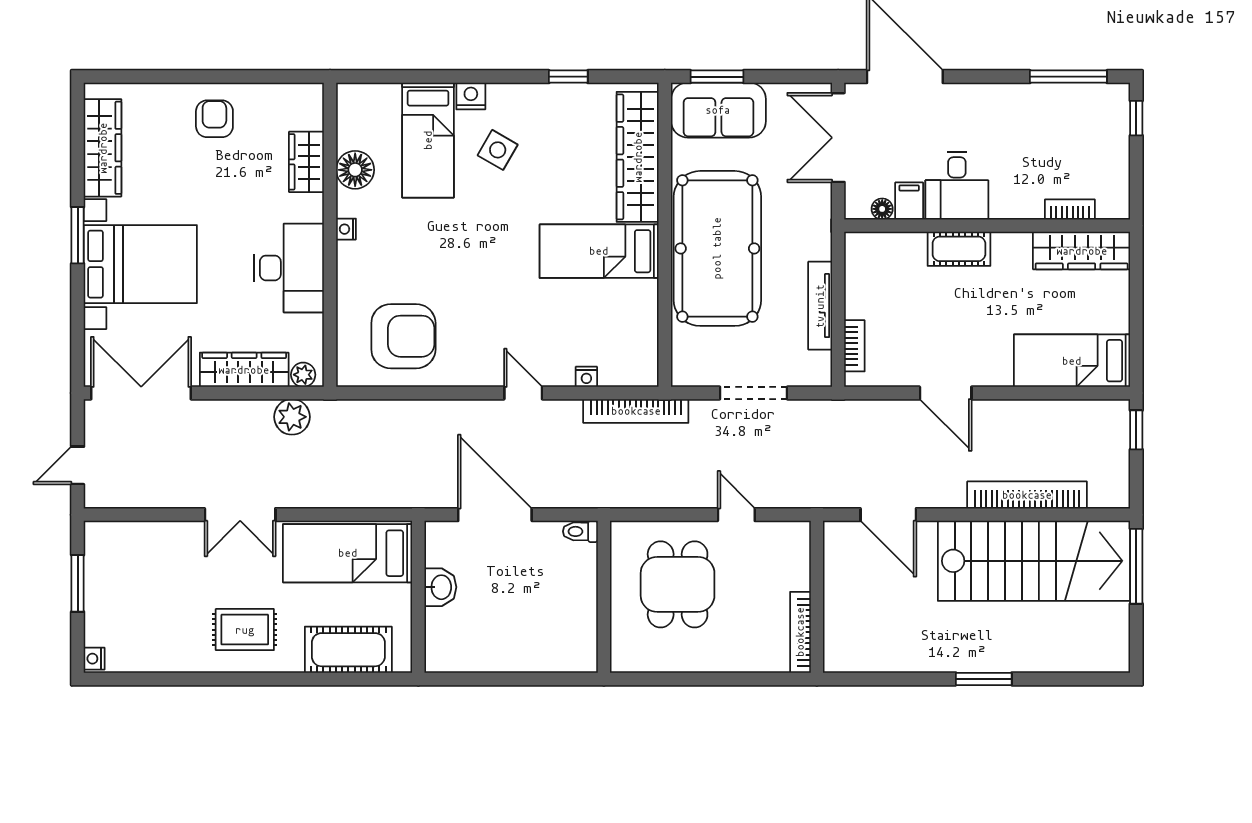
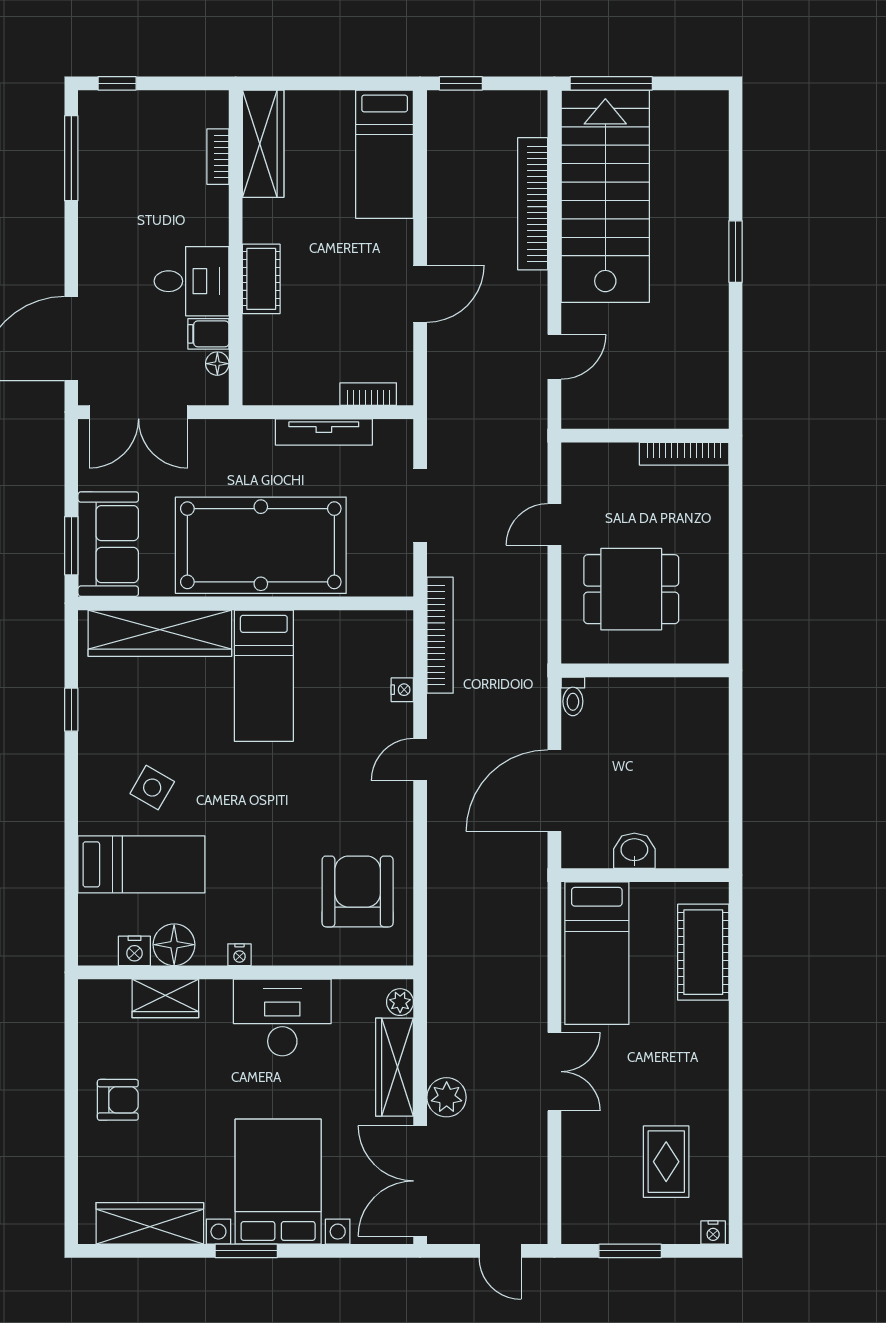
nightstand: (471, 96) -> (134, 951), moved, turned -90
armchair: (214, 119) -> (118, 1100), turned 180
plant: (292, 417) -> (447, 1097), moved
door: (888, 515) -> (554, 357), width x0.73
rug: (245, 630) -> (666, 1162), moved

